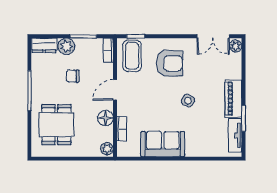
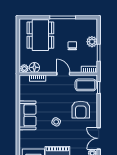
dresser: (44, 45) -> (93, 27), removed
floor lamp: (105, 118) -> (34, 67), moved
dining table: (56, 125) -> (40, 35), width x1.38
sofa: (163, 144) -> (28, 115), moved

